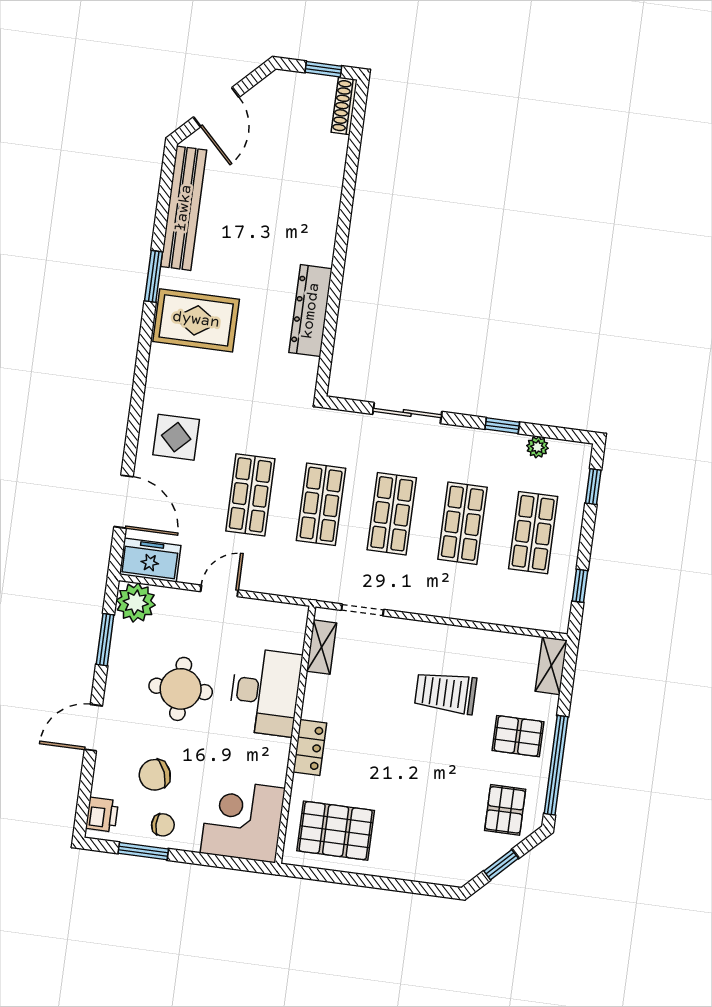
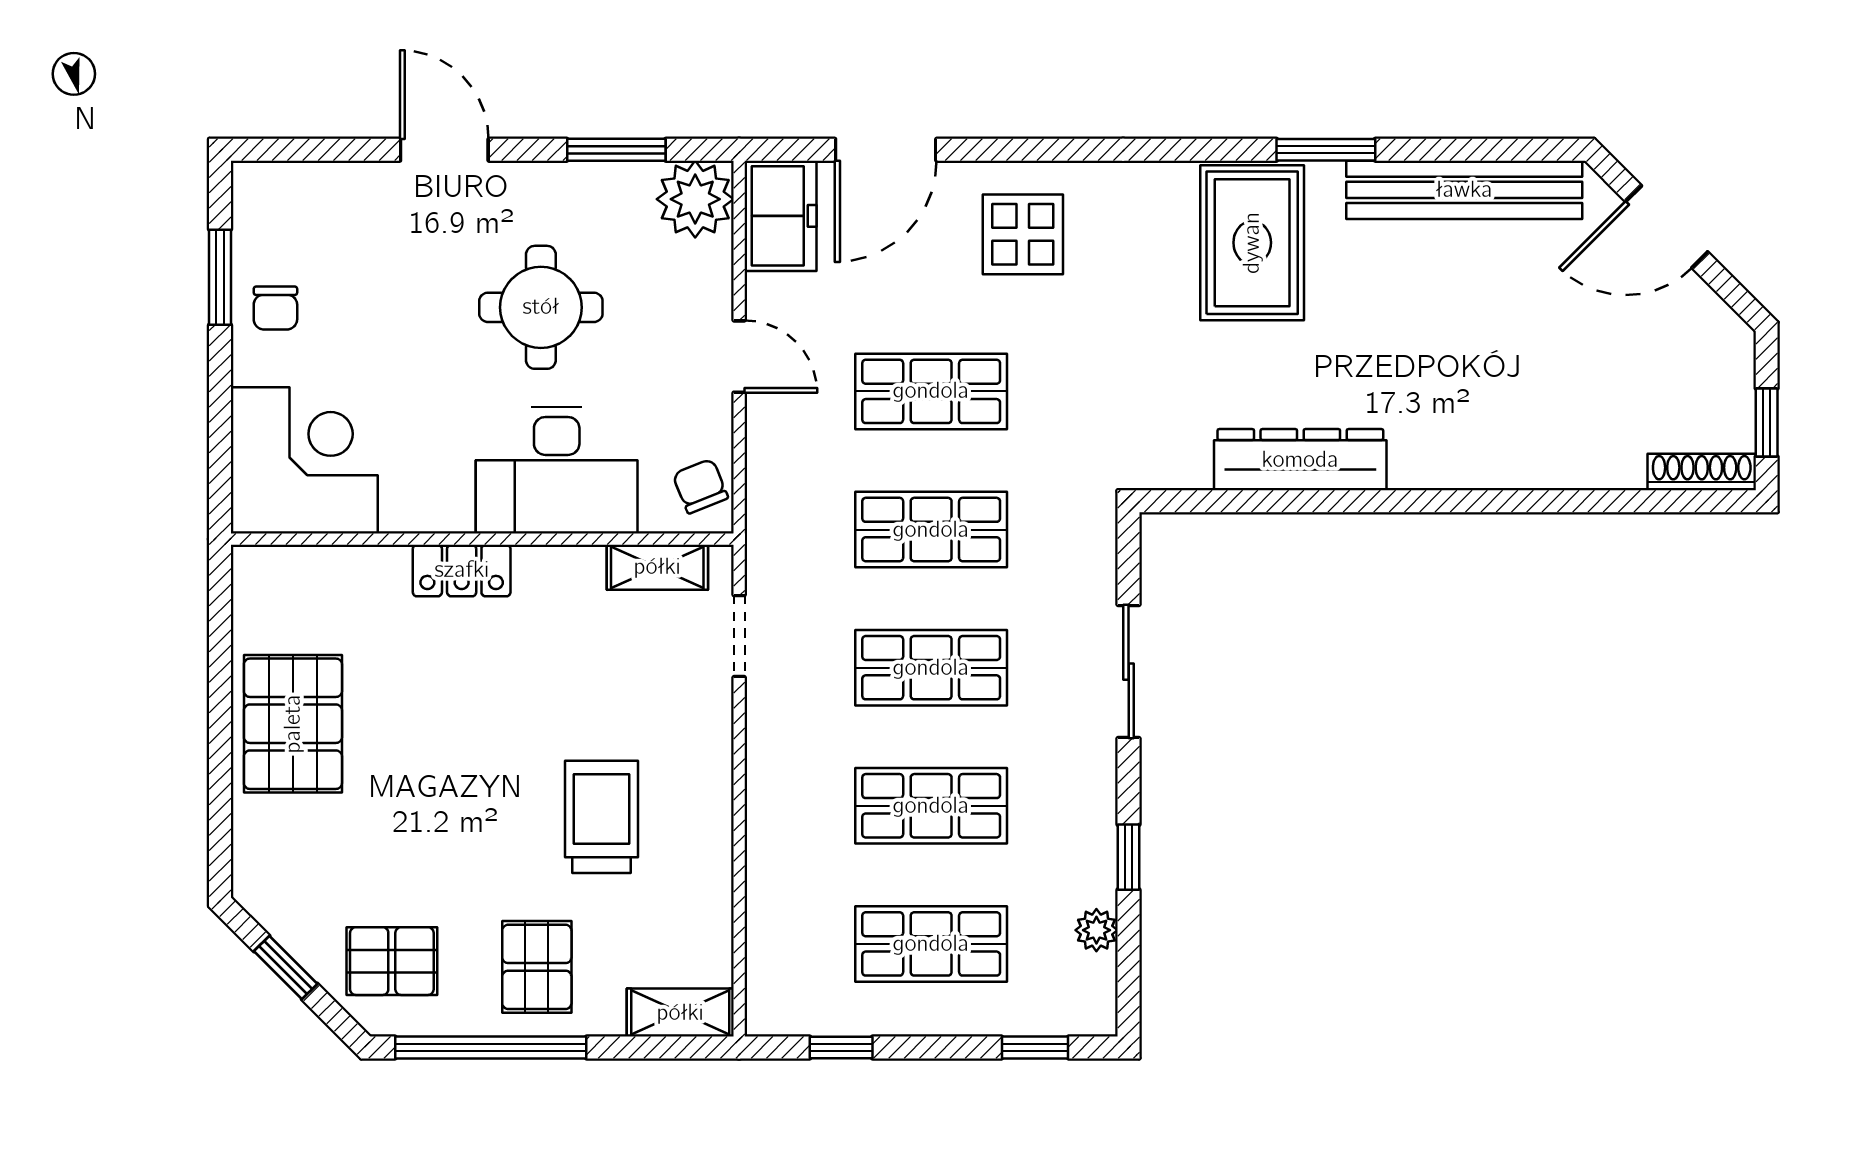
chair: (155, 775) -> (700, 486), moved, width x0.73, depth x0.73
printer: (102, 815) -> (280, 189), removed
pallet: (336, 831) -> (293, 724), moved

